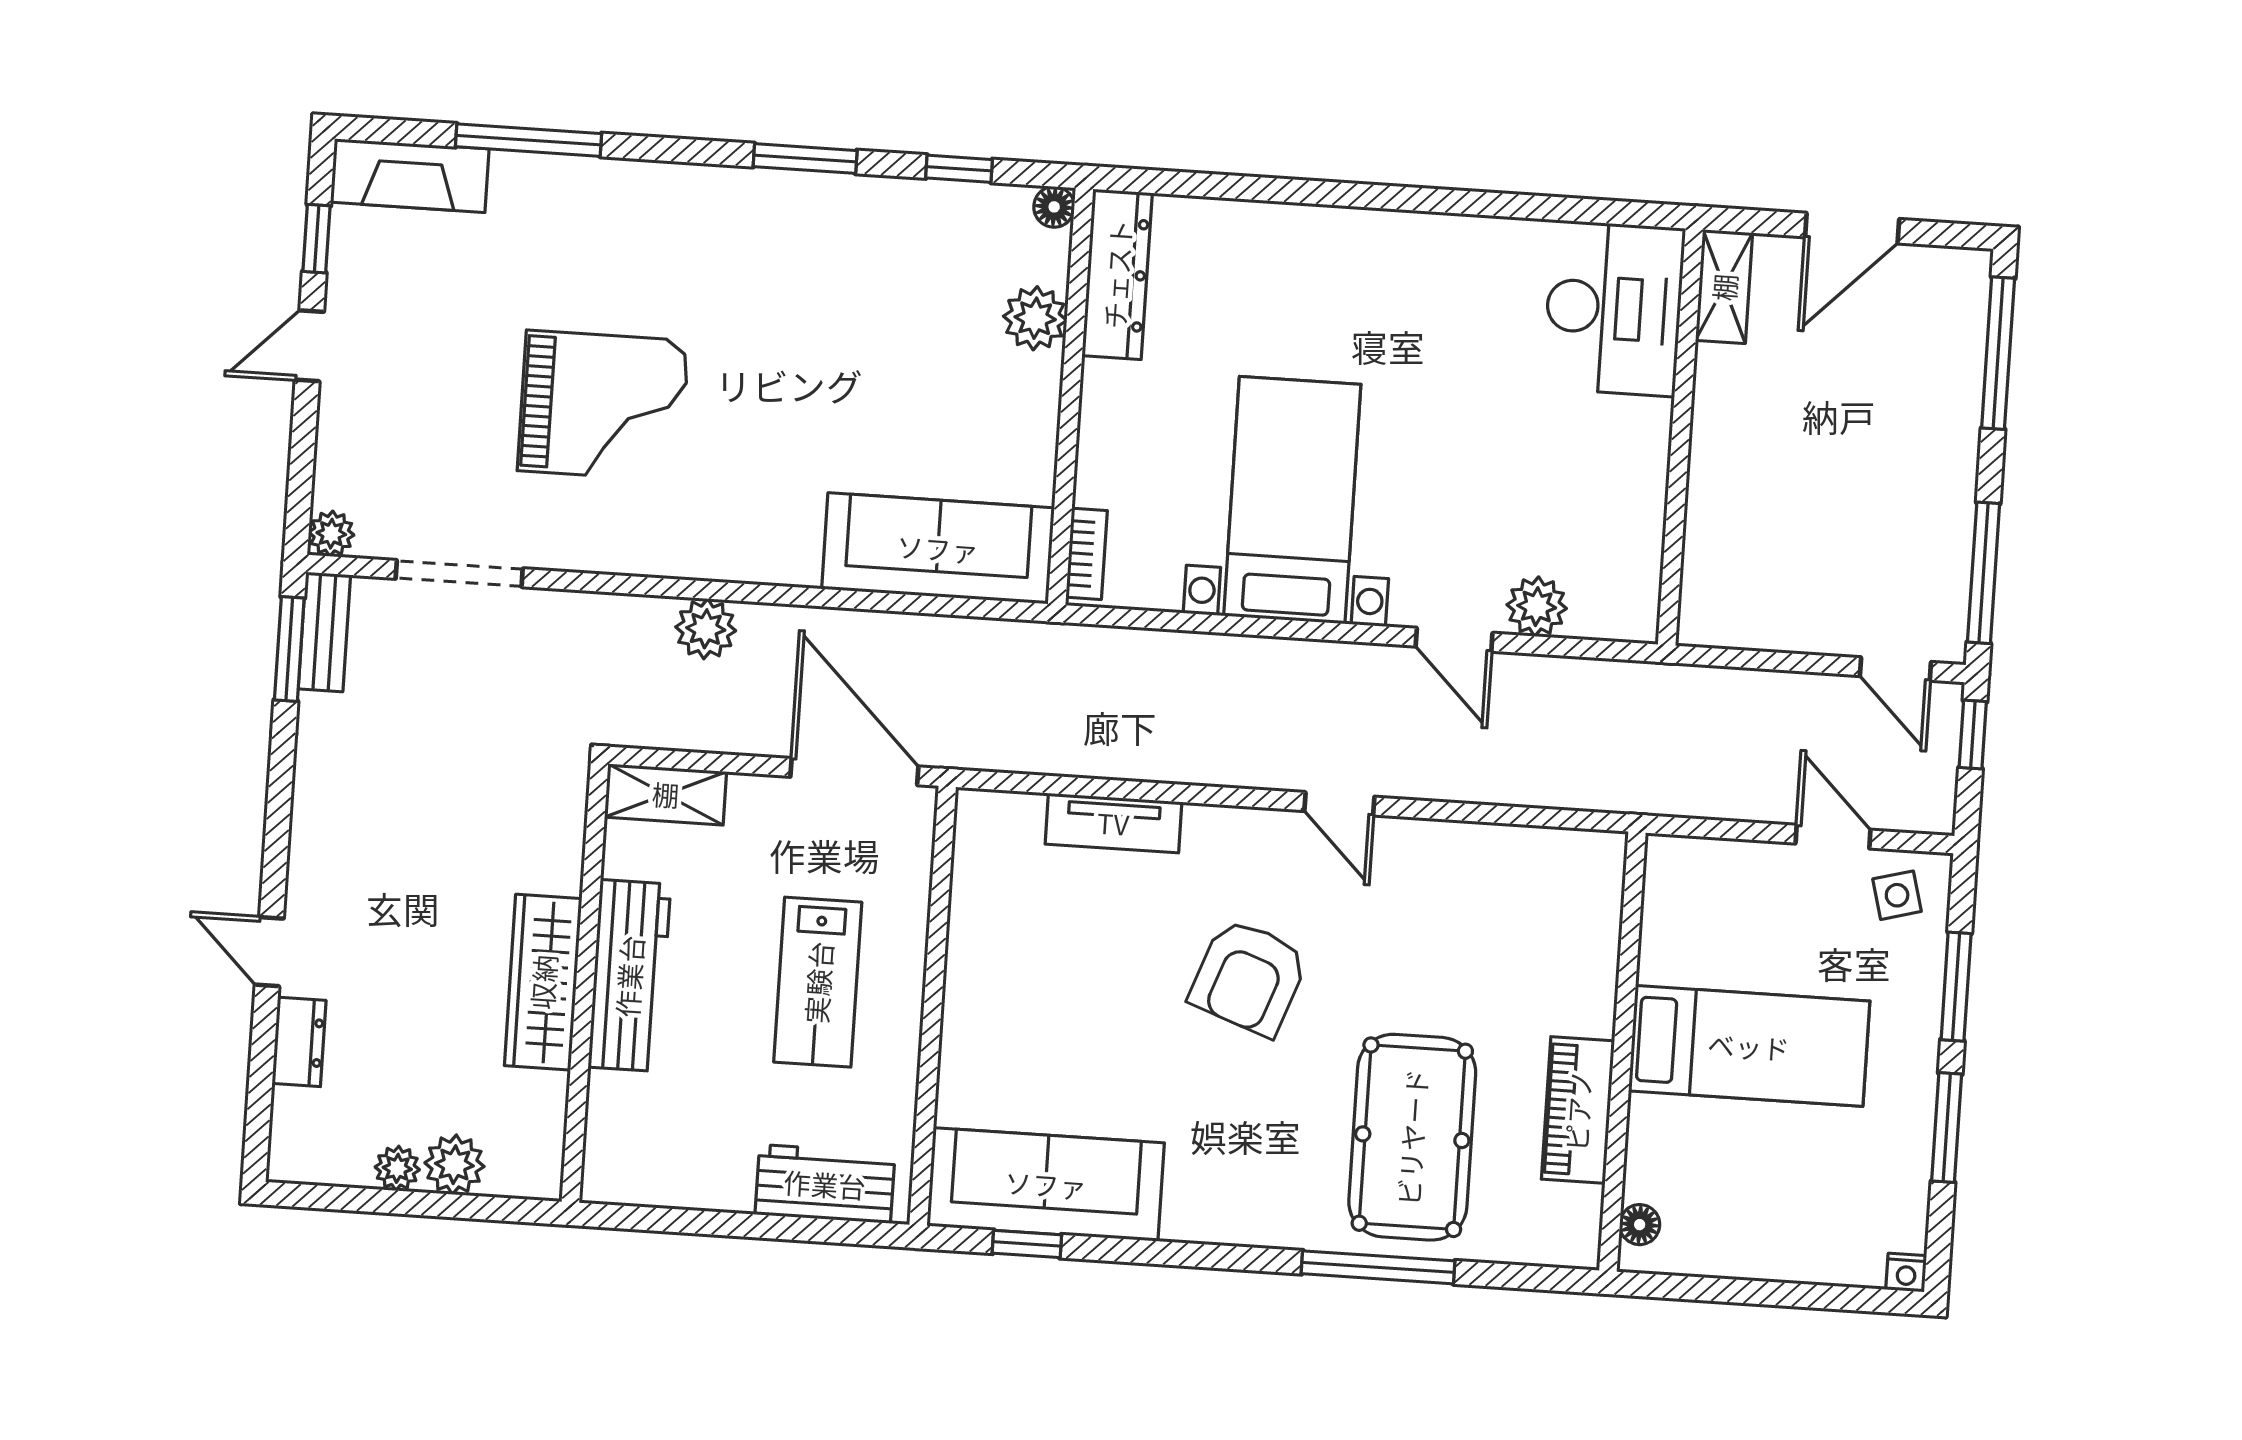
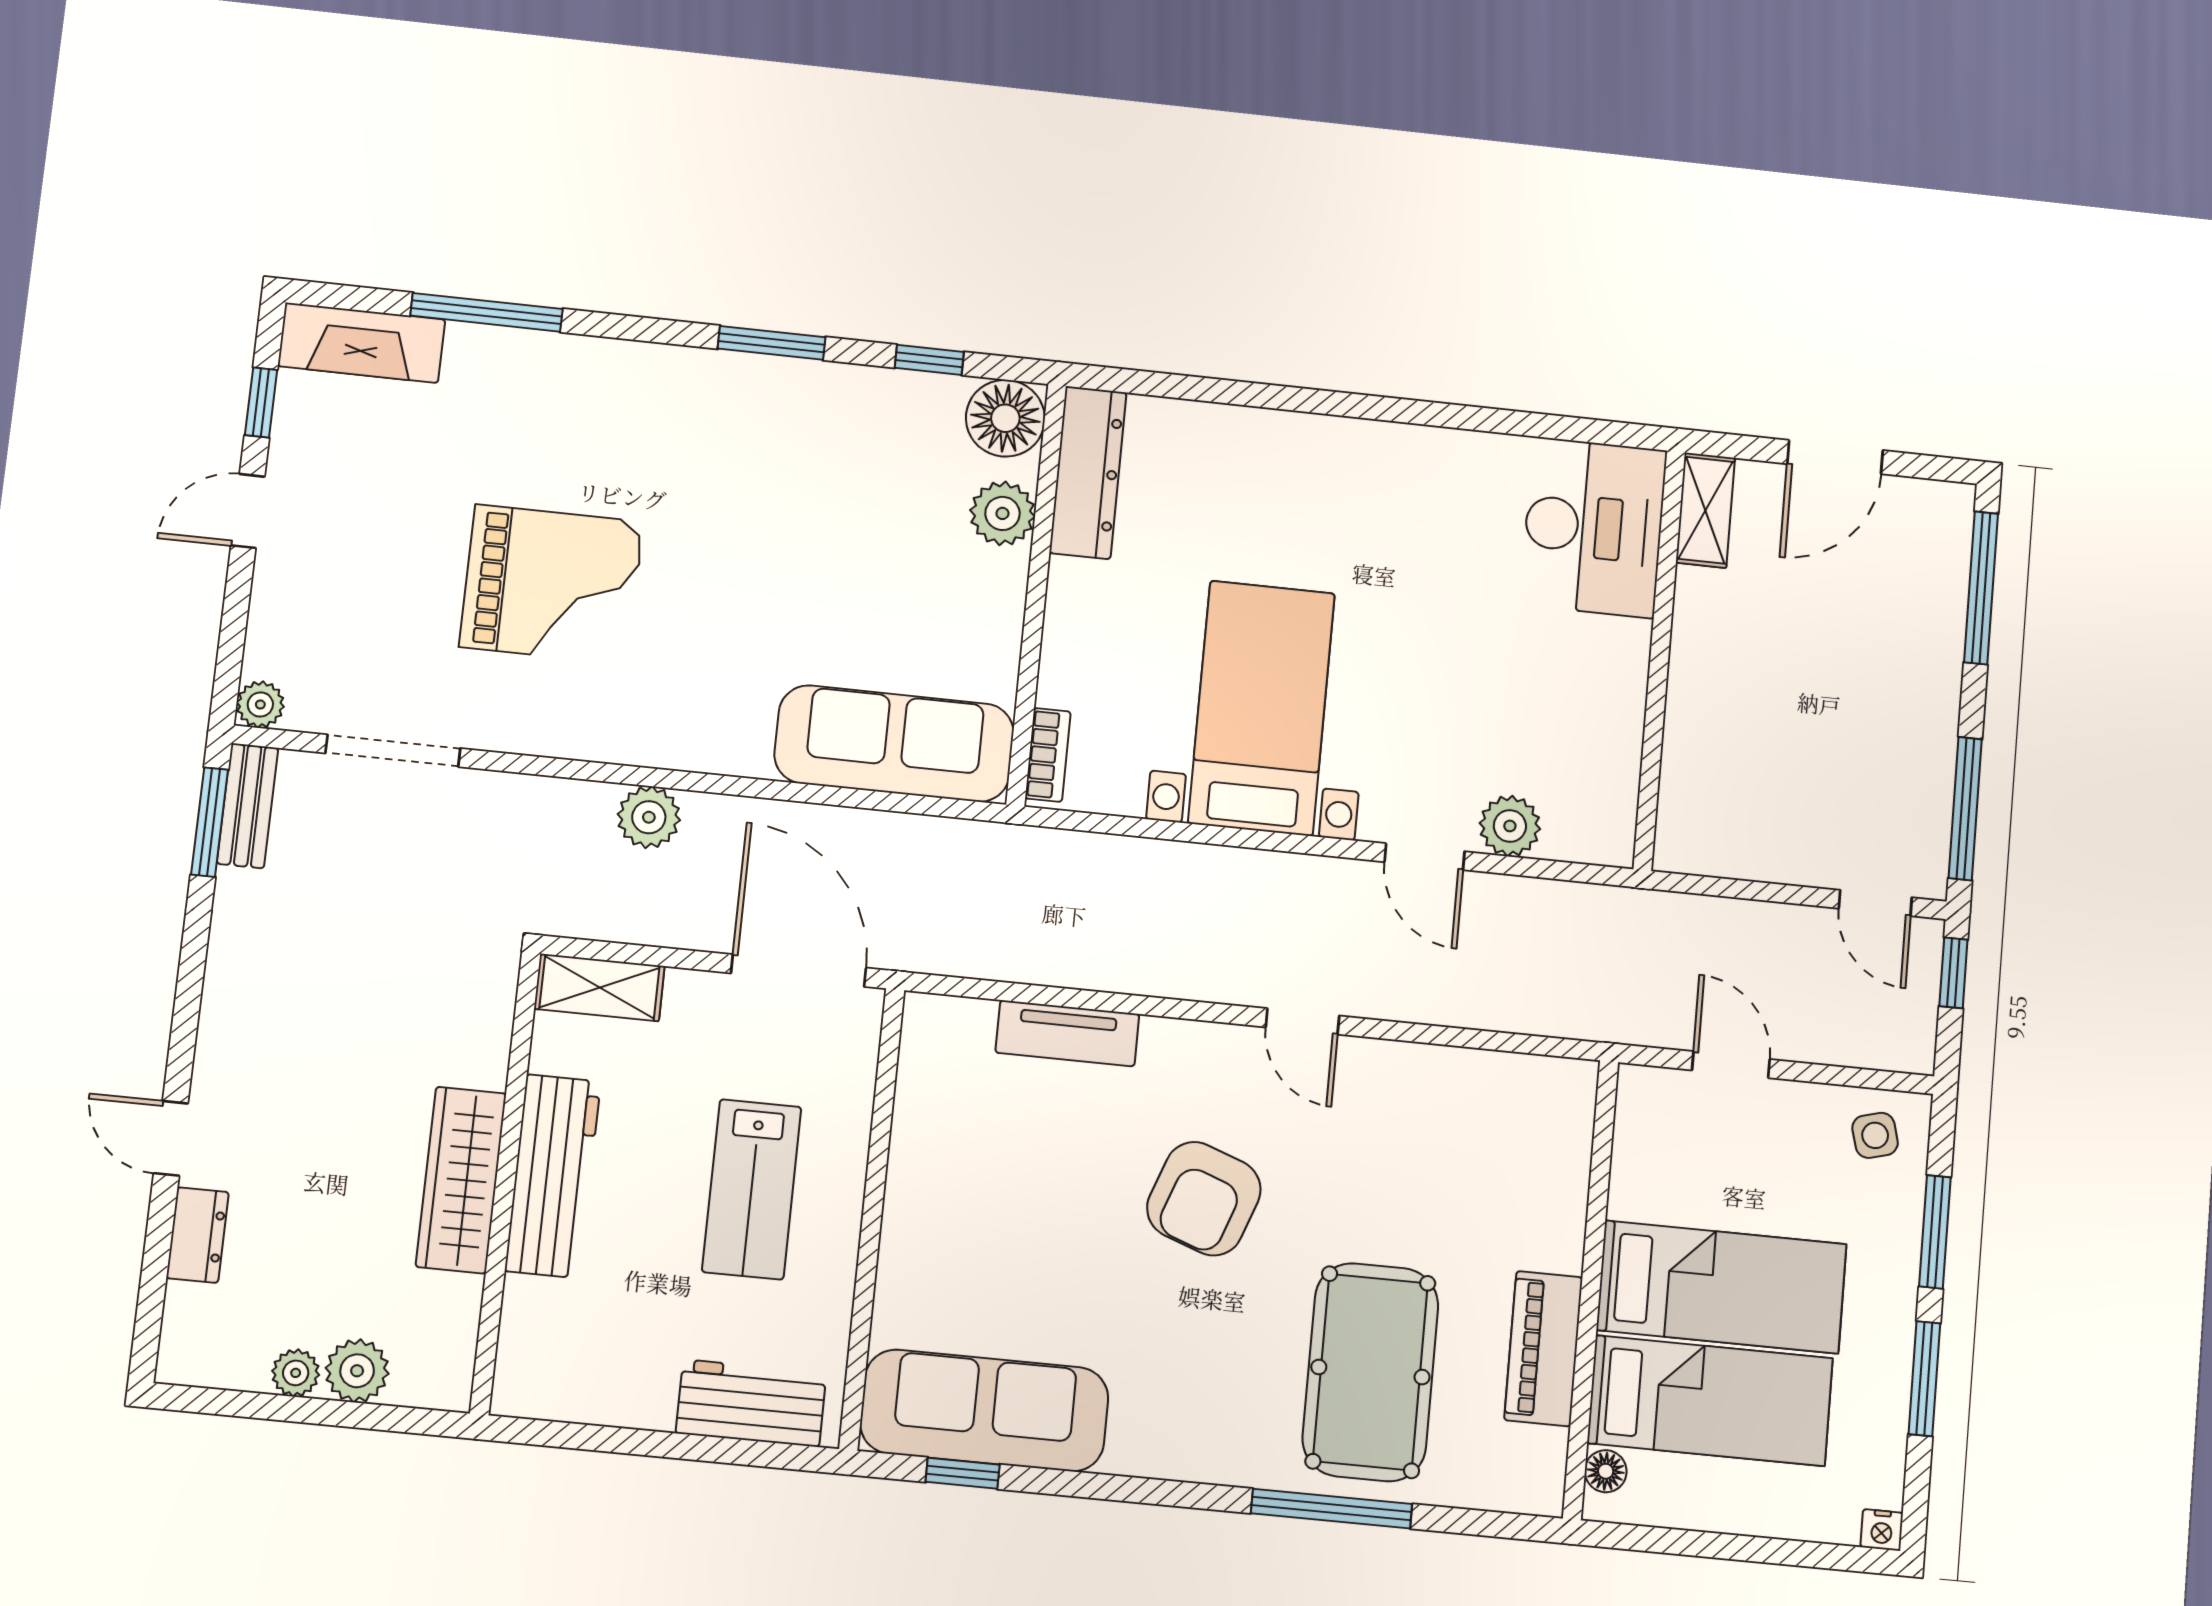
floor lamp: (1054, 207) -> (1005, 418), width x1.89, depth x1.89
door: (1833, 837) -> (1731, 1065), moved
bed: (1739, 1155) -> (1710, 1401), added

